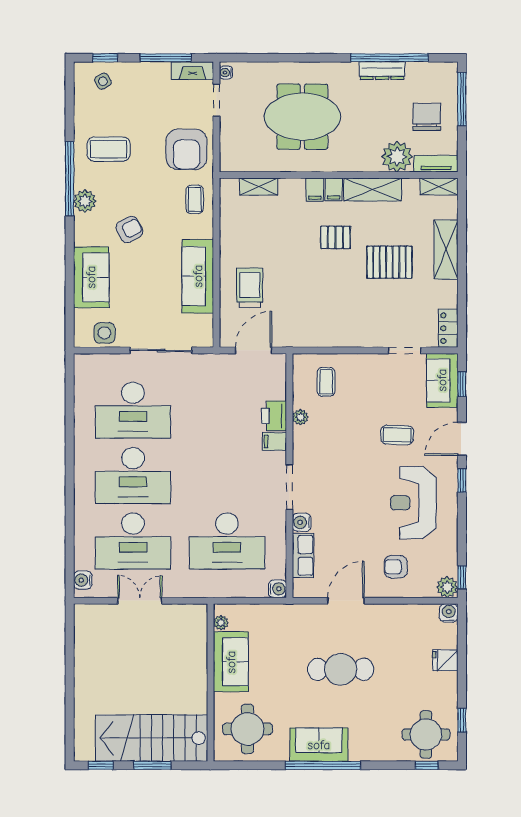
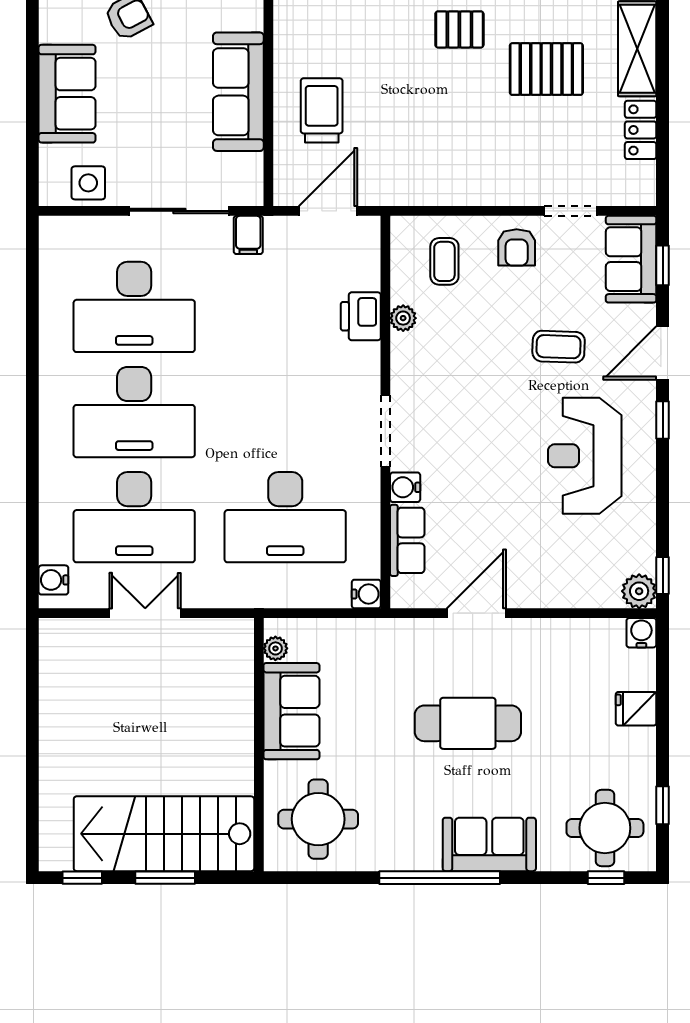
locker: (448, 328) -> (641, 130), moved
filing cabinet: (274, 442) -> (248, 235), moved, turned -90
armchair: (396, 567) -> (517, 247), moved, turned -90
sofa: (319, 745) -> (489, 844), moved

